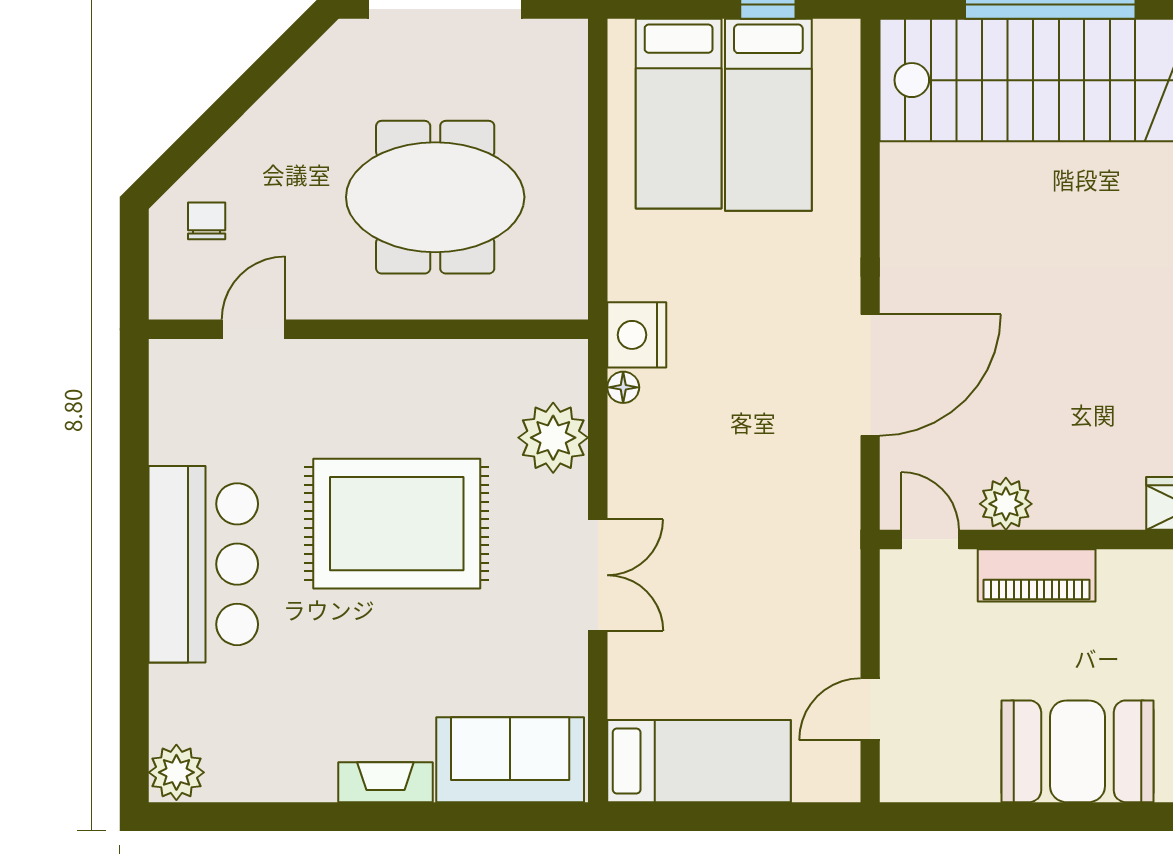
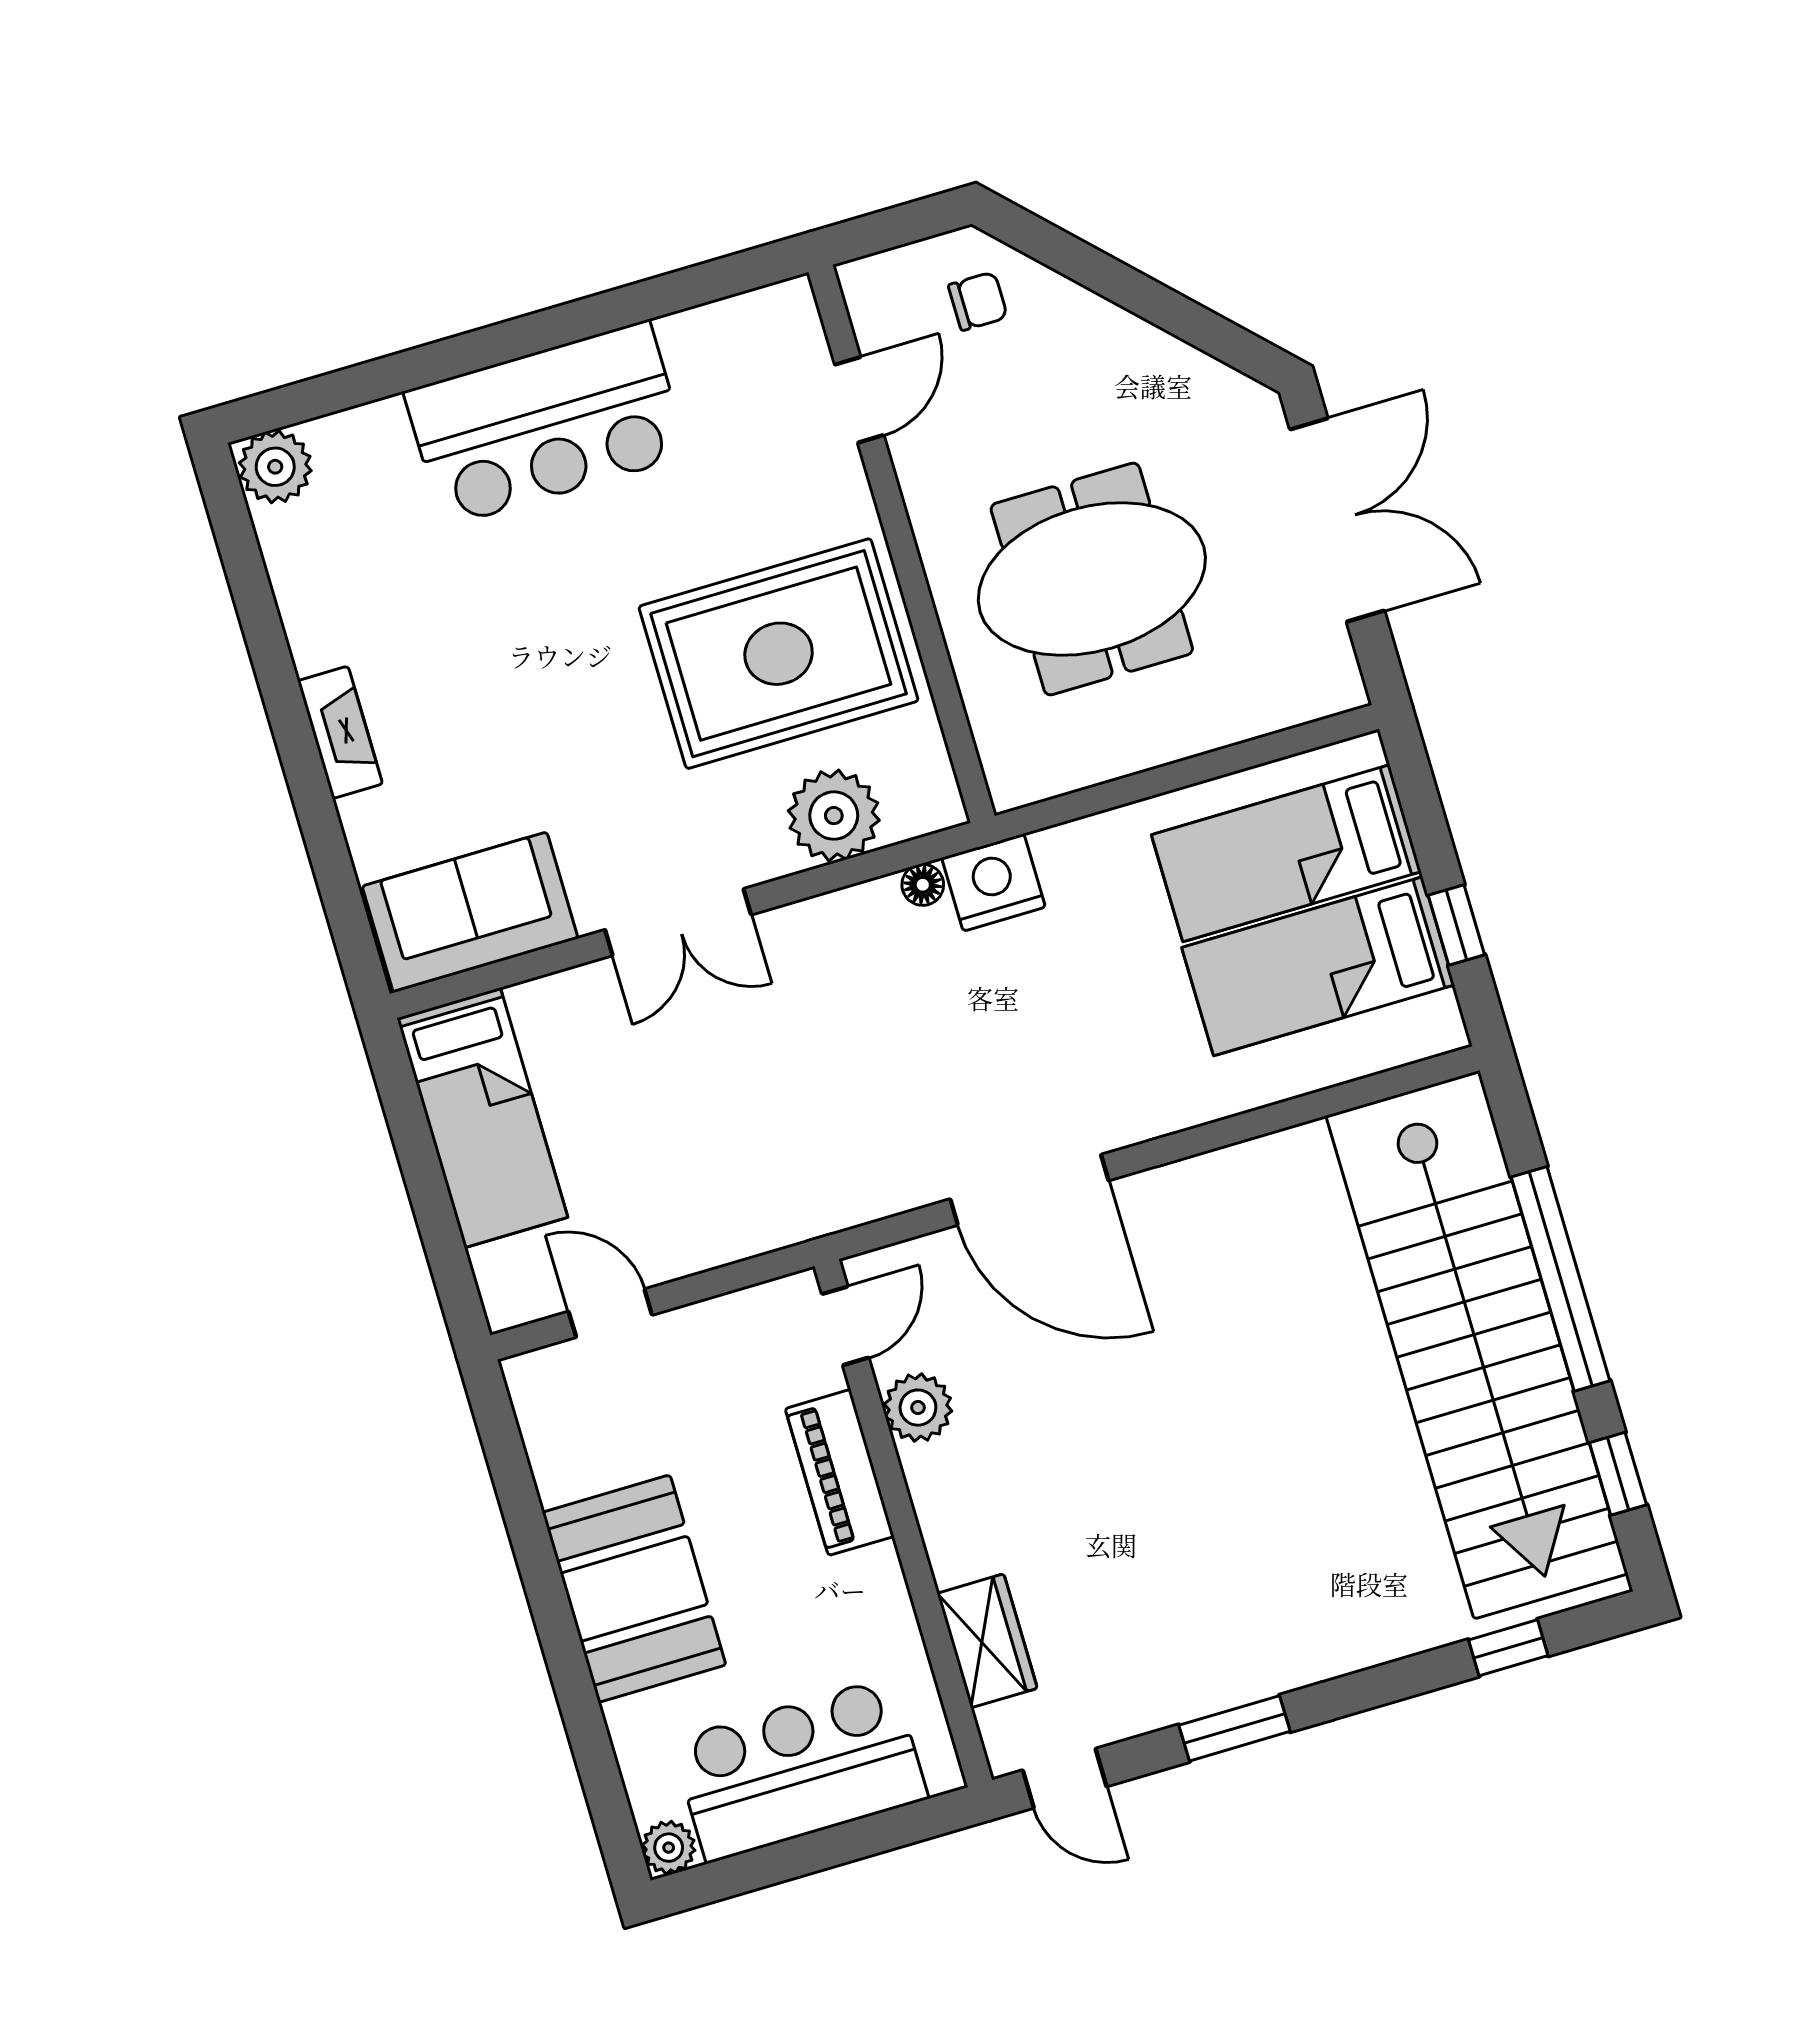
meeting table: (435, 197) -> (1092, 579), turned 90
door: (253, 329) -> (859, 400), hinge flipped
rug: (397, 524) -> (779, 654), moved, turned 90
sofa: (510, 760) -> (470, 912), moved, turned -90

